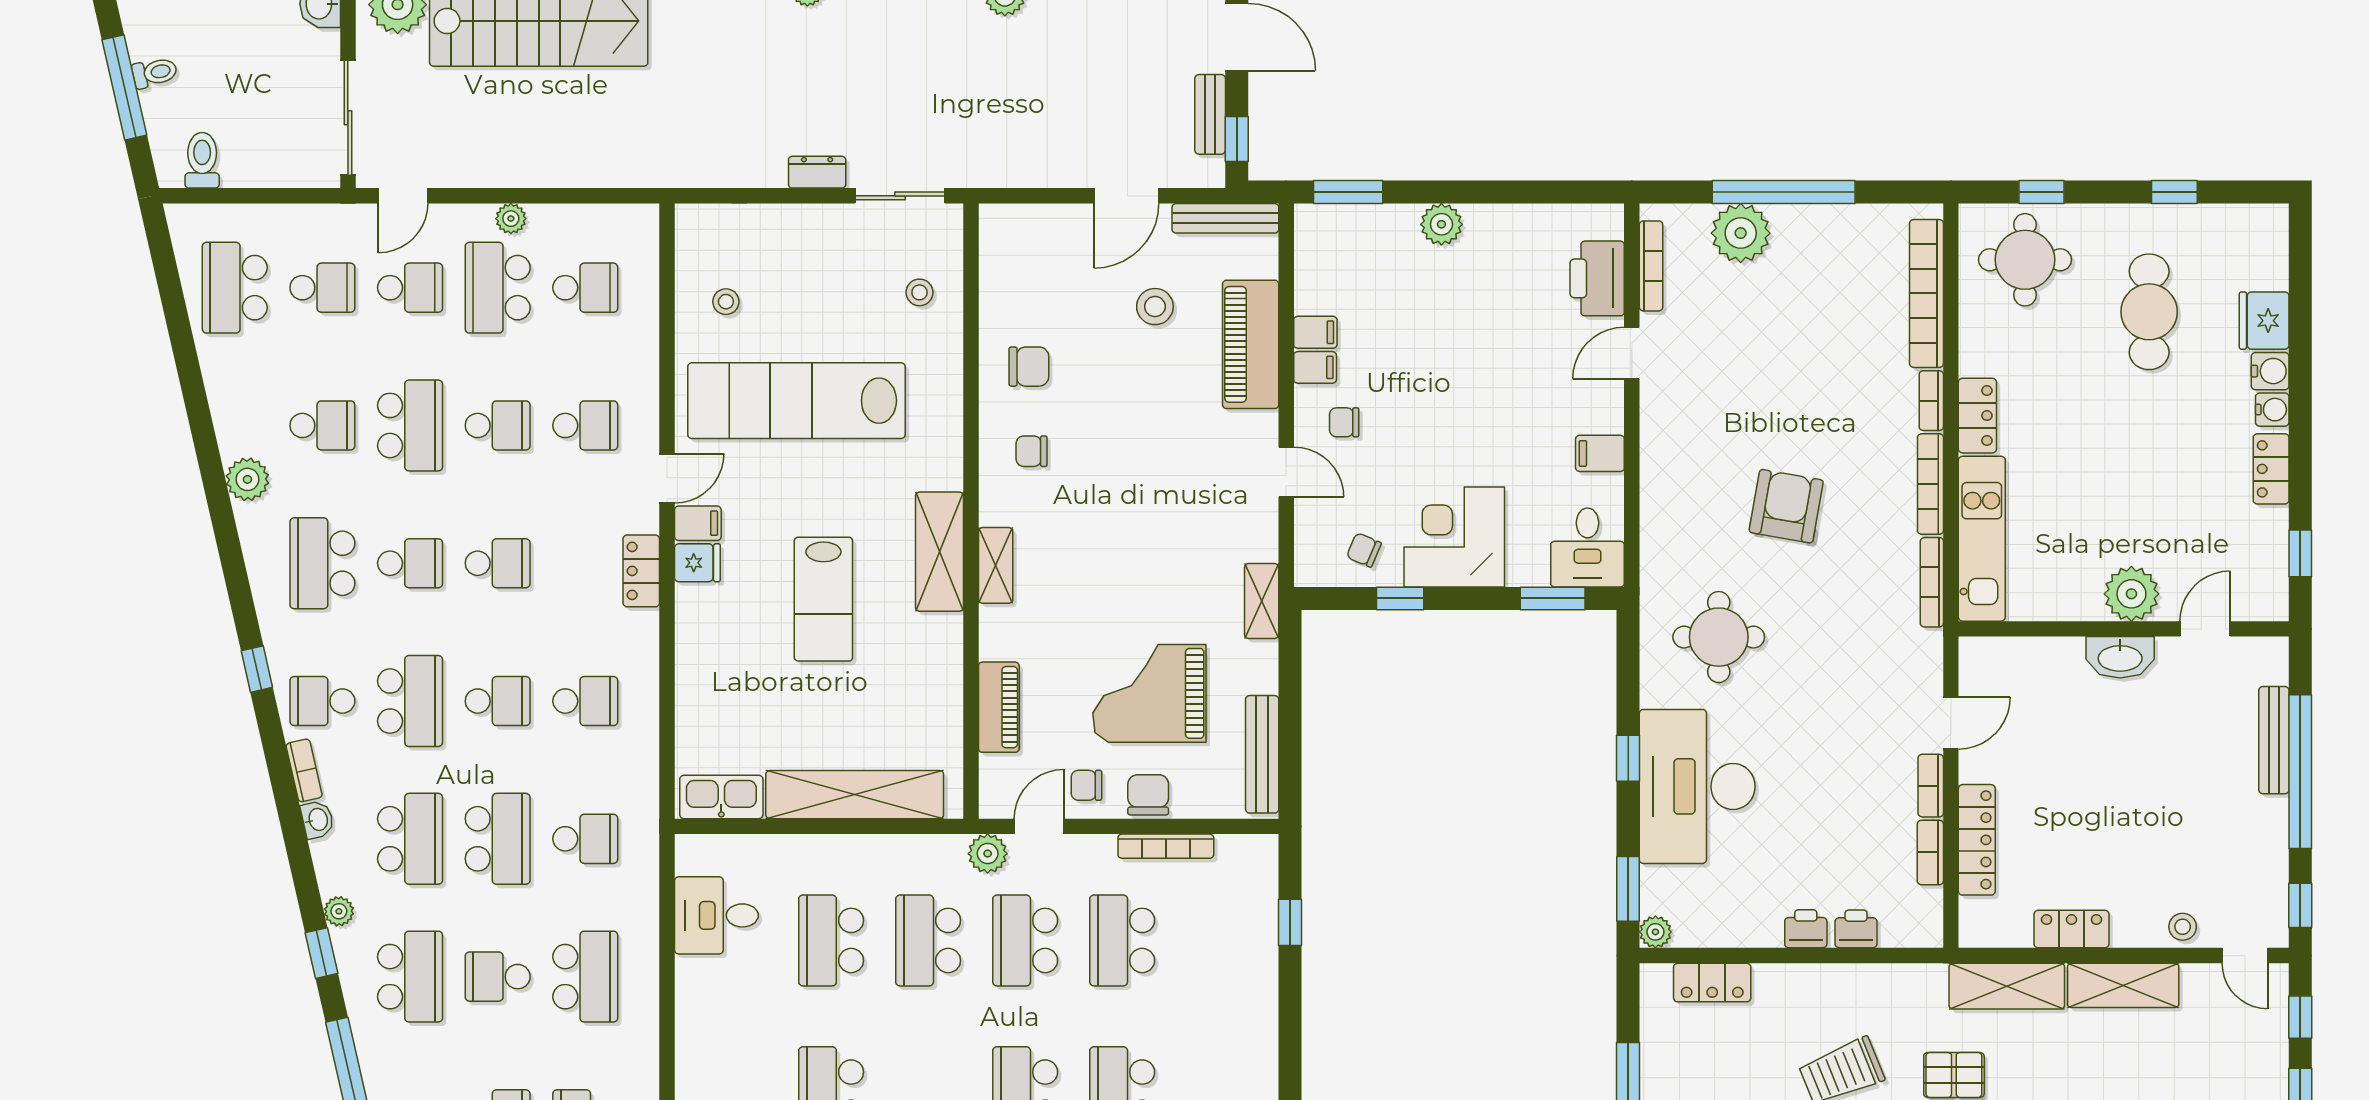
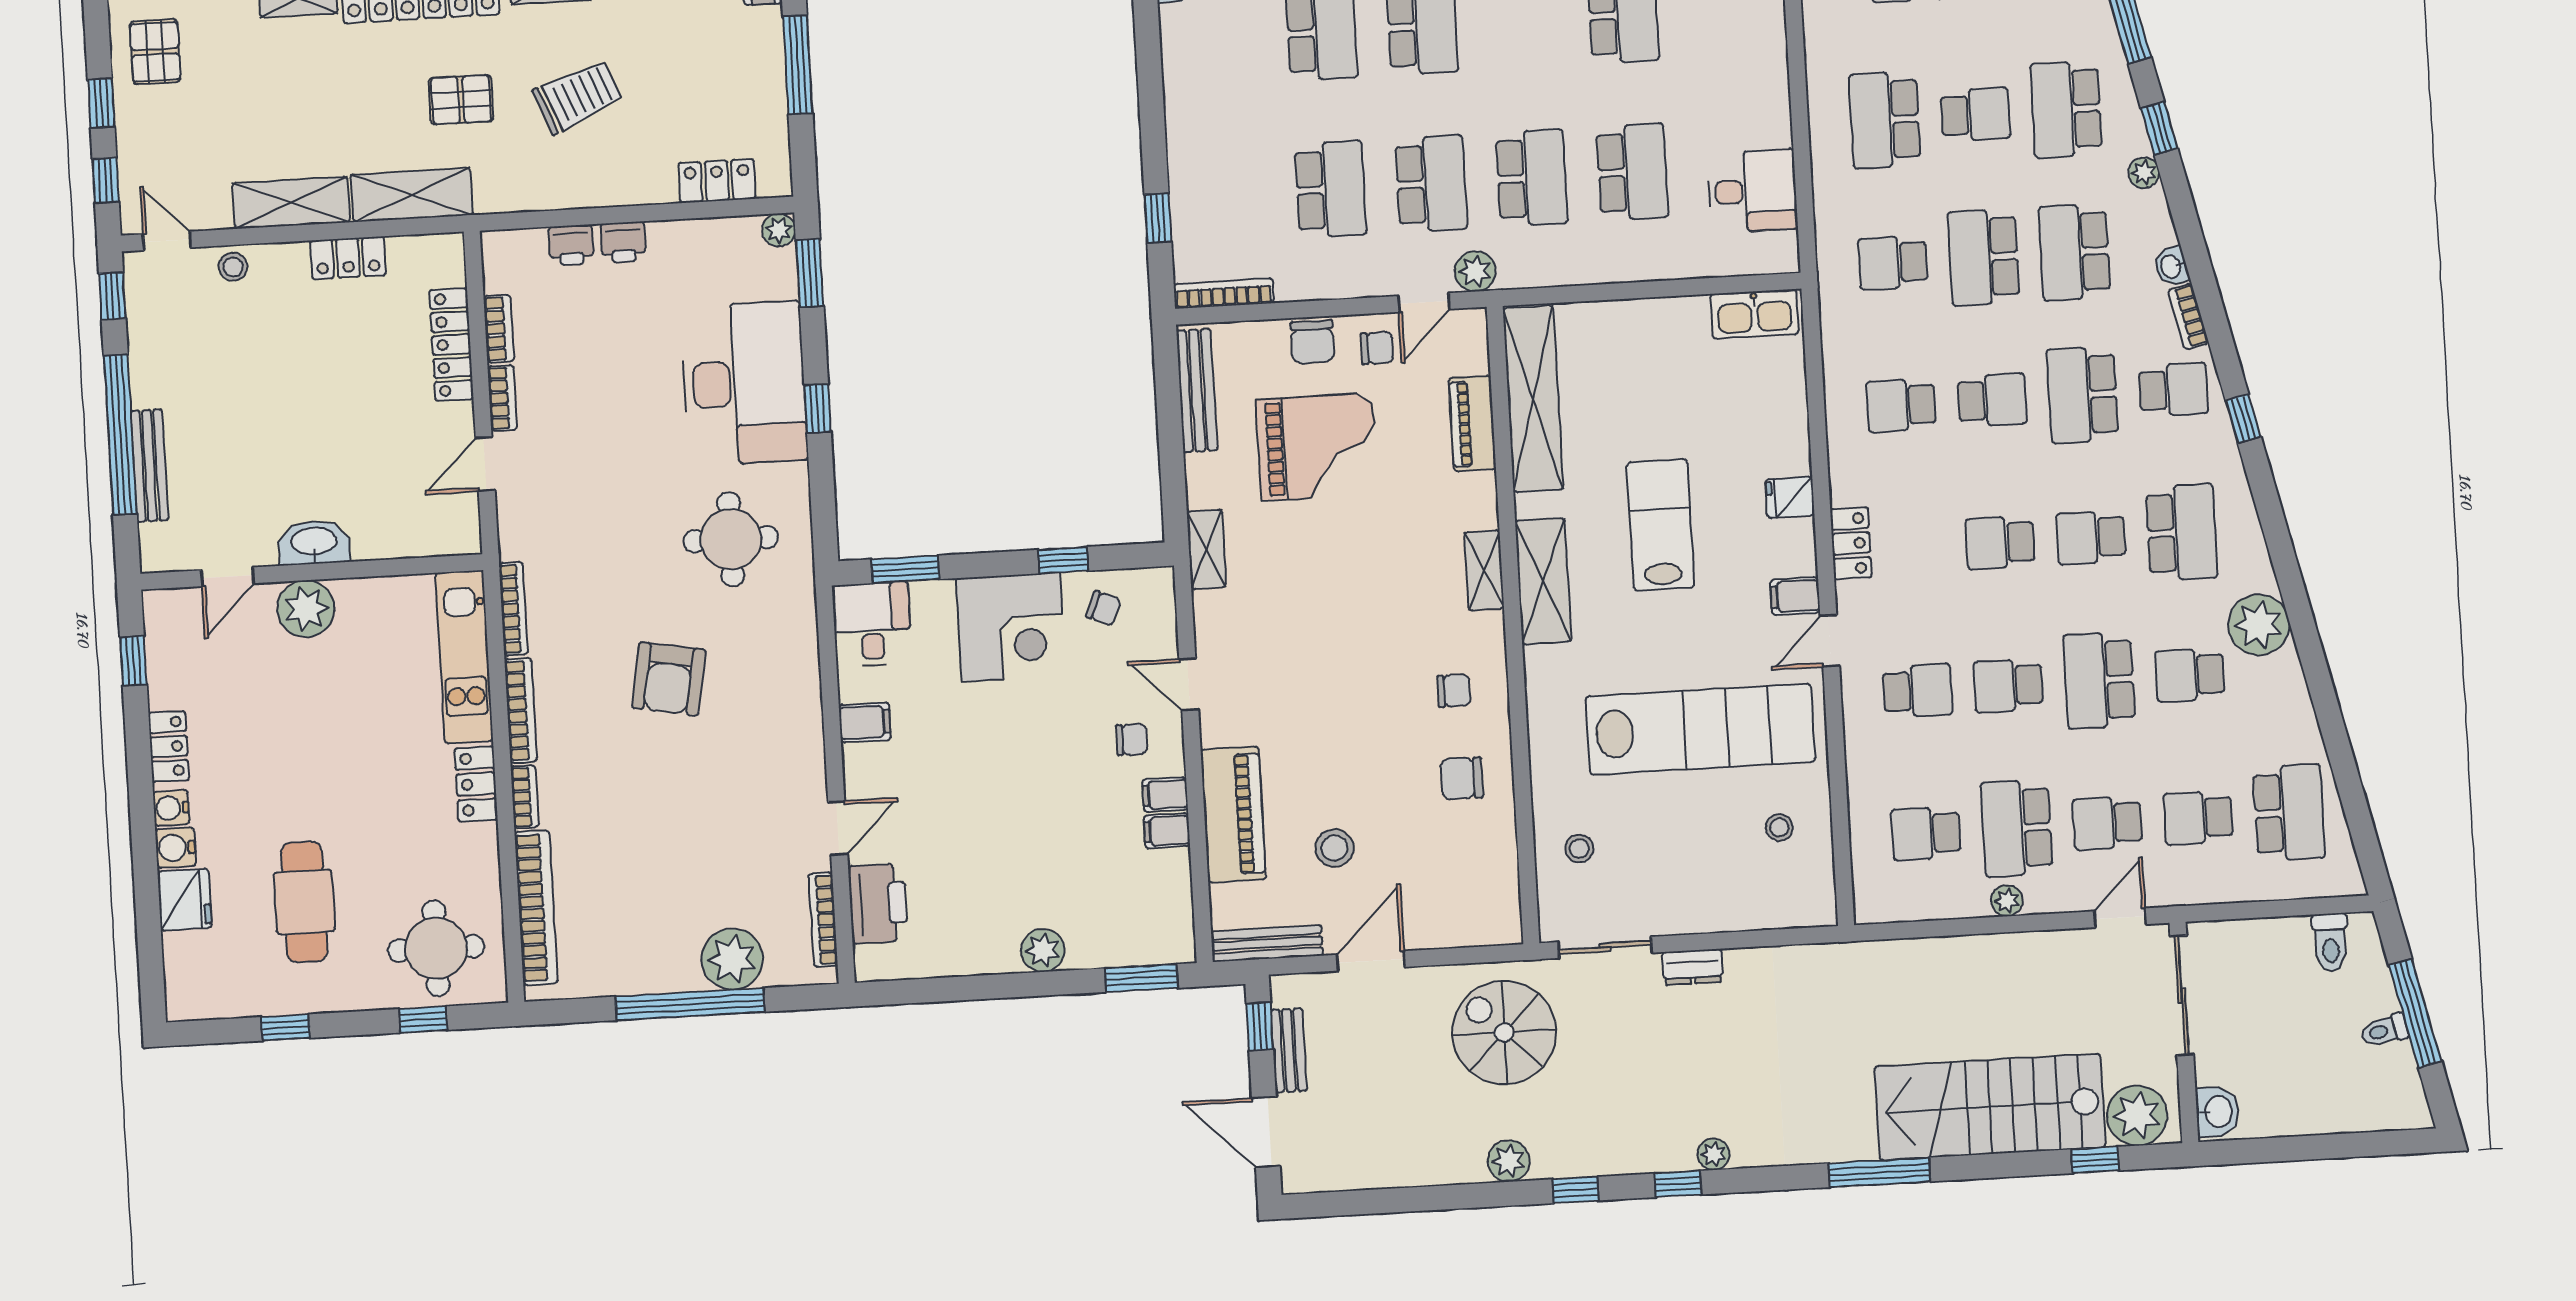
spiral stairs: (1002, 120) -> (1504, 1032), added
school desk: (498, 288) -> (2017, 828), turned 180
school desk: (585, 425) -> (1918, 691), turned 180
plant: (247, 479) -> (2259, 625), width x1.36, depth x1.36
fridge: (697, 563) -> (1790, 497), moved
school desk: (498, 701) -> (1992, 400), turned 180
shelving: (855, 795) -> (1533, 399), moved, turned 90
bookcase: (1166, 846) -> (1224, 293), moved

